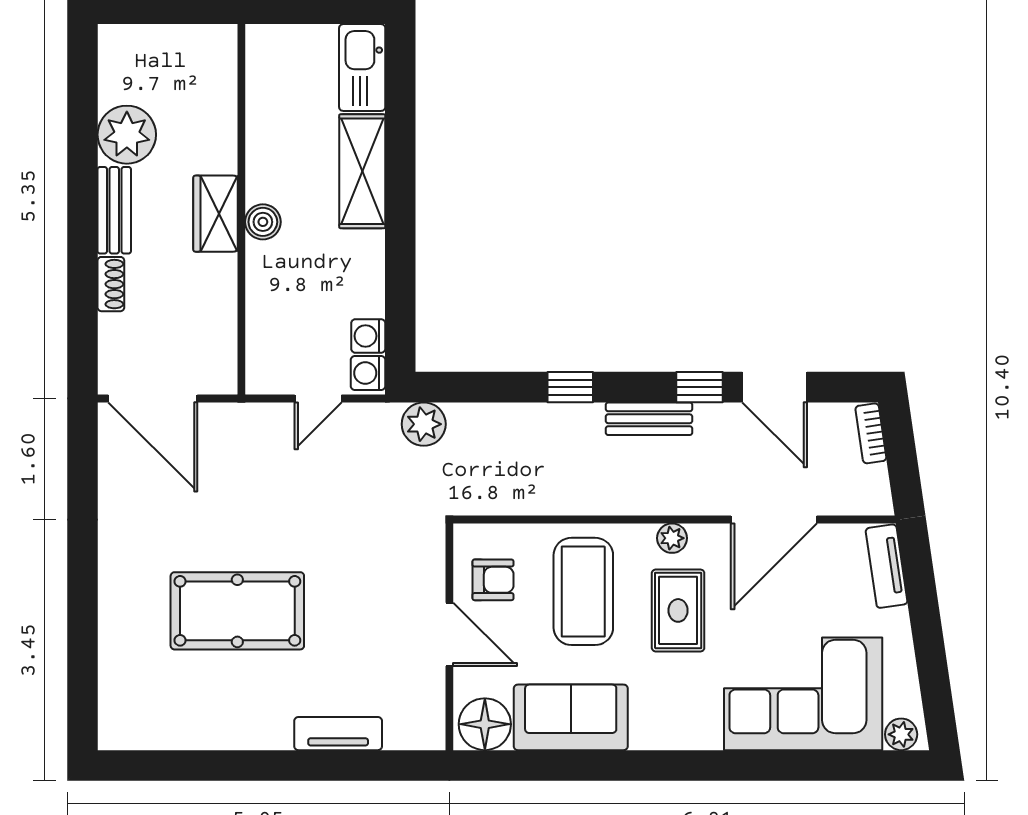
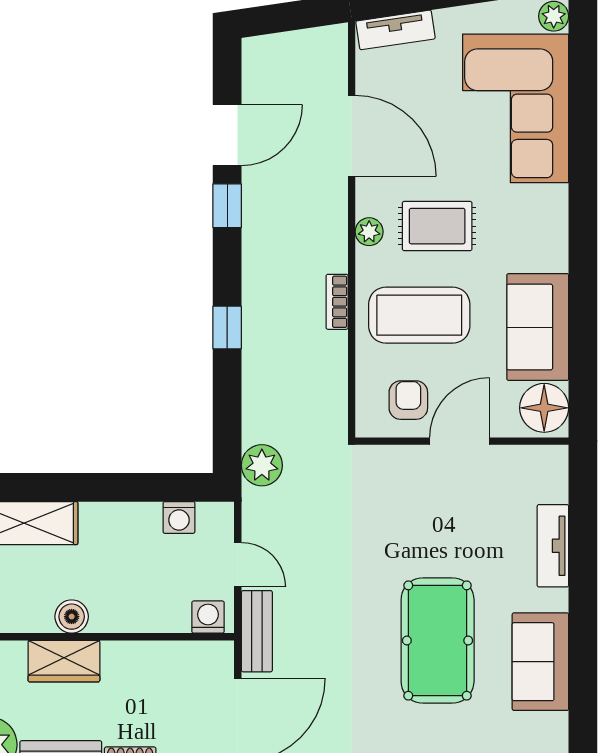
washing machine: (368, 373) -> (208, 617), moved, turned 180
bench: (649, 419) -> (257, 631), moved
bookcase: (871, 433) -> (337, 302), moved, turned 98
sofa: (215, 720) -> (540, 662), added

